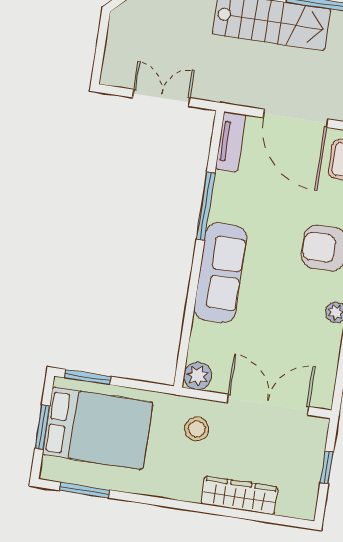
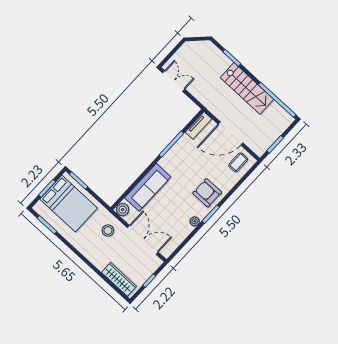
double door: (161, 98) -> (174, 81), moved
door: (296, 118) -> (231, 133), hinge flipped
sofa: (220, 273) -> (148, 187), moved
wardrobe: (240, 495) -> (119, 279), moved

